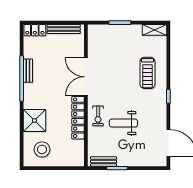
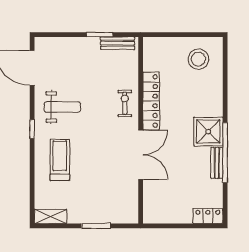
bench: (64, 29) -> (170, 218), removed
shower: (34, 120) -> (208, 132), moved
weight bench: (123, 123) -> (62, 107), moved

